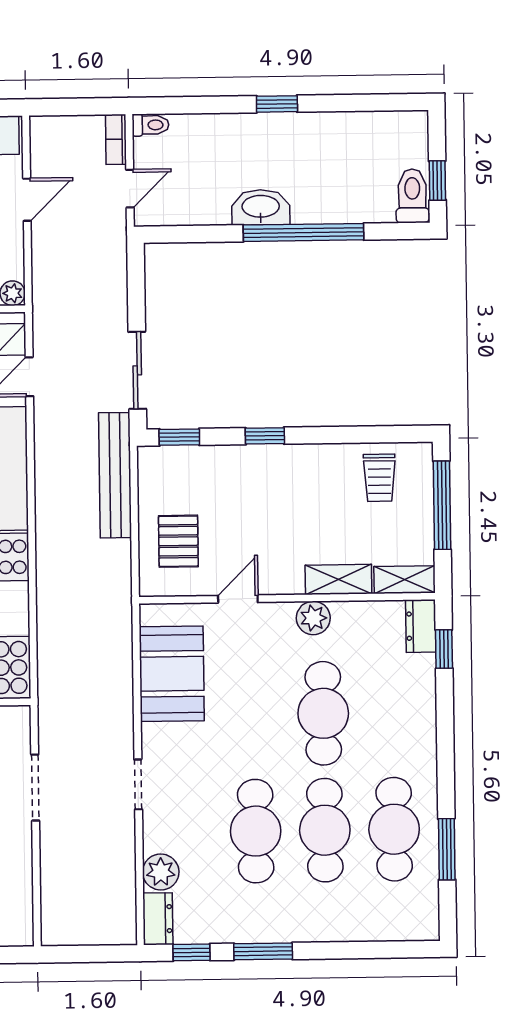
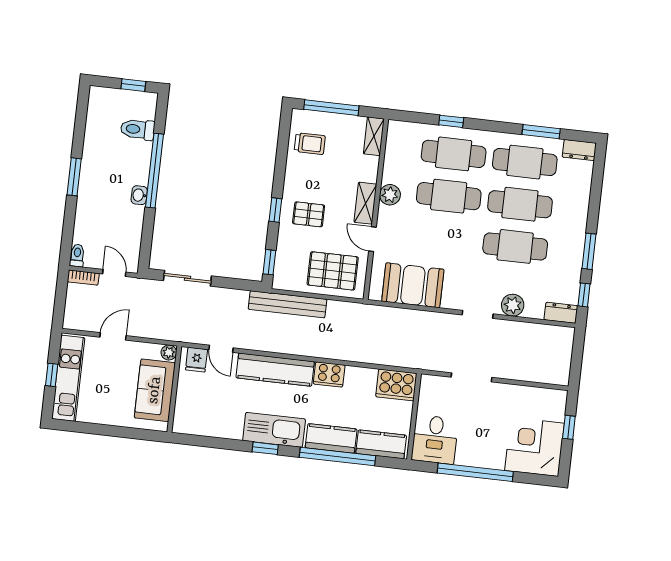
window: (277, 104) -> (74, 177), width x1.50
toilet: (412, 196) -> (138, 129), moved
door: (27, 200) -> (113, 336), hinge flipped
washbasin: (261, 207) -> (139, 195), width x0.52, depth x0.69
sliding door: (137, 370) -> (187, 278), moved
pallet: (265, 491) -> (309, 214), added
pallet: (178, 541) -> (333, 271), width x1.50, depth x1.42
shelving: (338, 579) -> (365, 203), moved
dresser: (421, 626) -> (579, 150), moved
window: (444, 649) -> (451, 121), moved
cafe table: (392, 712) -> (454, 154), added
plant: (161, 872) -> (513, 305), moved

